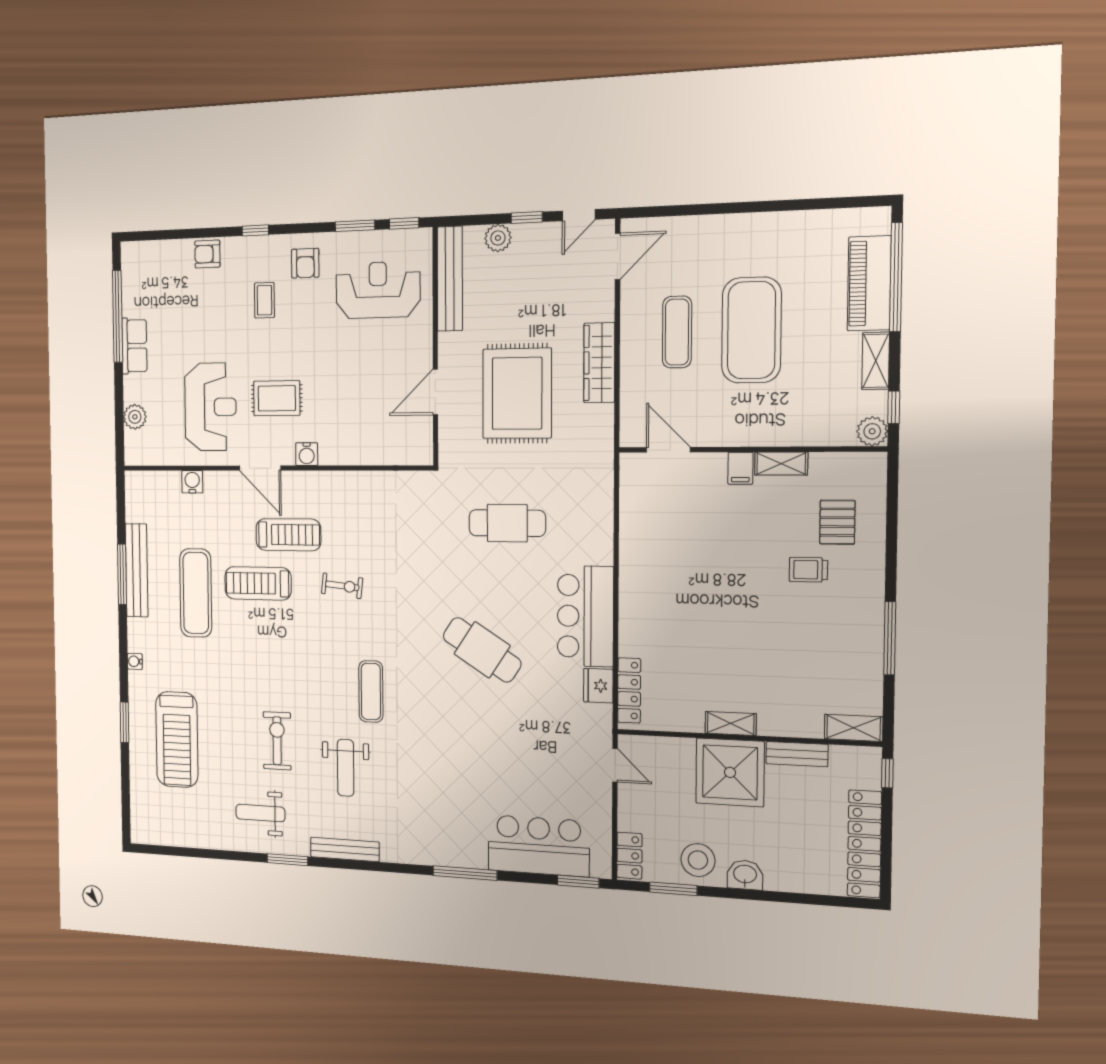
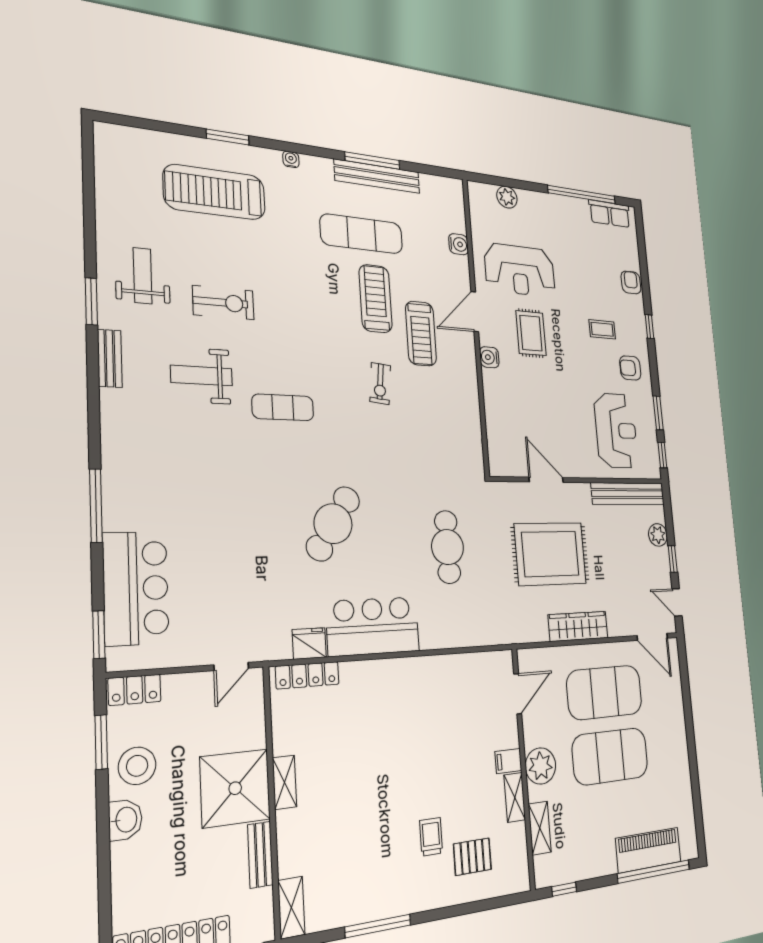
exercise mat: (677, 332) -> (604, 692), width x2.00, depth x1.45
row of seats: (134, 346) -> (610, 214), moved
shelving: (876, 361) -> (540, 828), moved, turned 90
plant: (872, 431) -> (541, 766), moved, width x1.36, depth x1.36
bench: (345, 849) -> (110, 358), width x0.73

